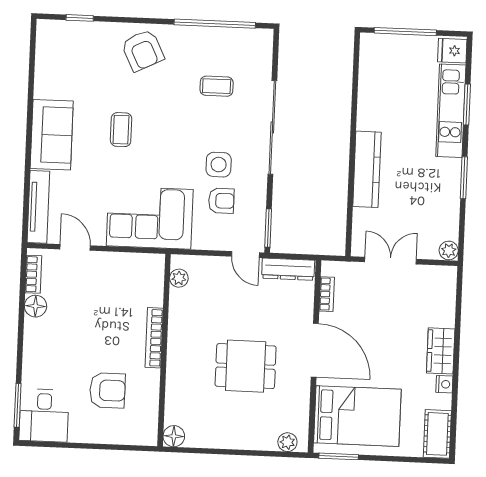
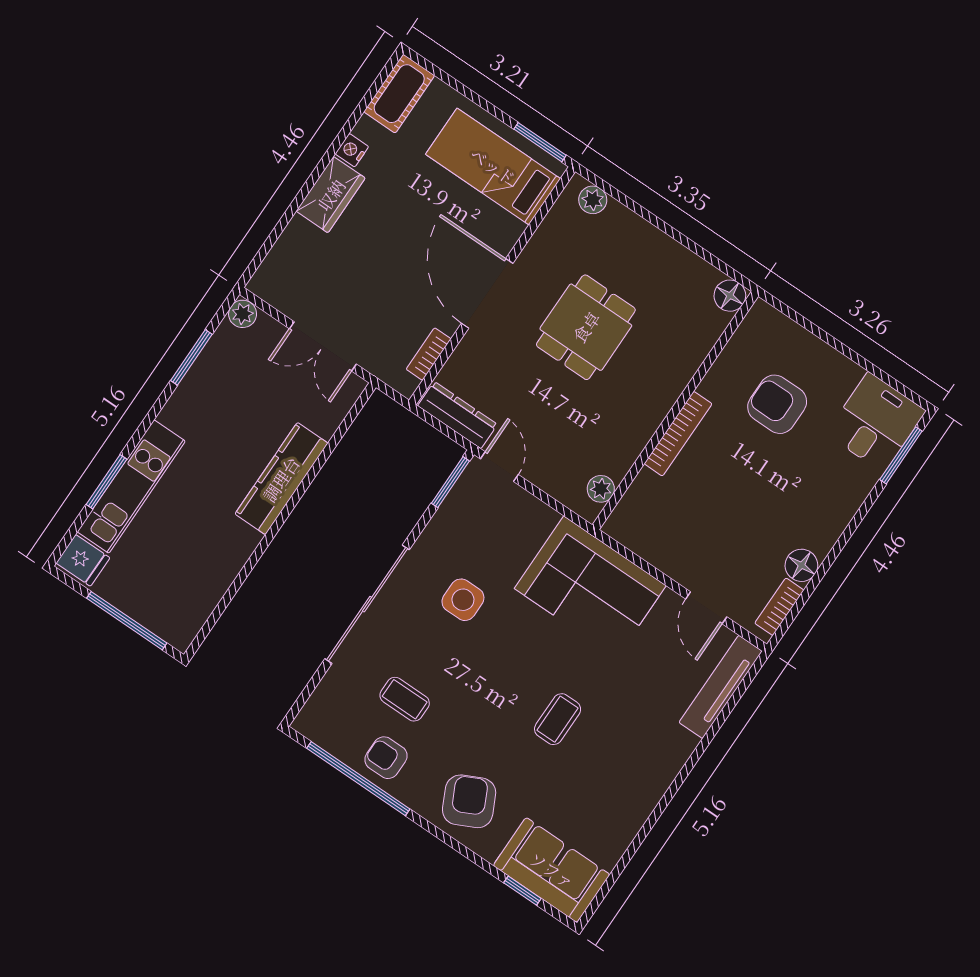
sofa: (52, 135) -> (552, 870), moved, turned 90
window: (464, 178) -> (191, 357), moved
armchair: (221, 201) -> (386, 758), moved
dining table: (246, 366) -> (586, 327), turned 90
bed: (357, 416) -> (493, 166), width x0.67

